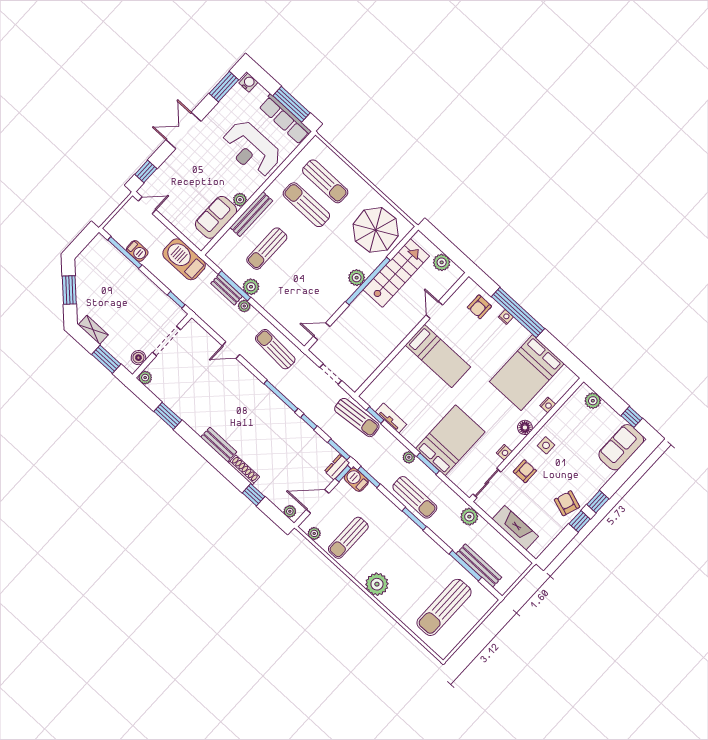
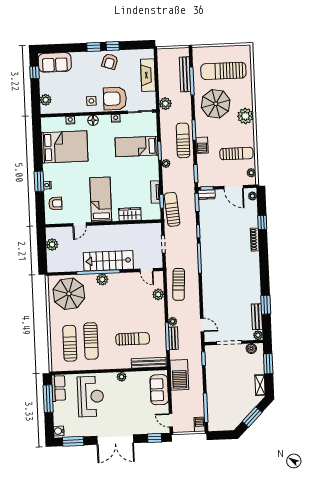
row of seats: (285, 119) -> (58, 388), width x0.68
double door: (183, 131) -> (115, 440), width x1.37
bench: (251, 214) -> (149, 363), moved
sofa: (216, 217) -> (159, 390), moved, turned 90
barbecue: (137, 251) -> (199, 424), moved
stairs: (396, 273) -> (108, 261), moved
plant: (251, 287) -> (158, 294), moved
window: (518, 313) -> (39, 181), width x0.47
door: (231, 350) -> (202, 325), moved
wardrobe: (394, 370) -> (130, 214), added
bed: (450, 440) -> (137, 147), width x0.67
bench: (219, 445) -> (257, 317), moved
armchair: (525, 471) -> (115, 99), width x1.88, depth x1.88
barbecue: (356, 480) -> (202, 145), moved
parasol: (419, 567) -> (216, 104), added
sun lounger: (444, 607) -> (223, 71), turned 180

